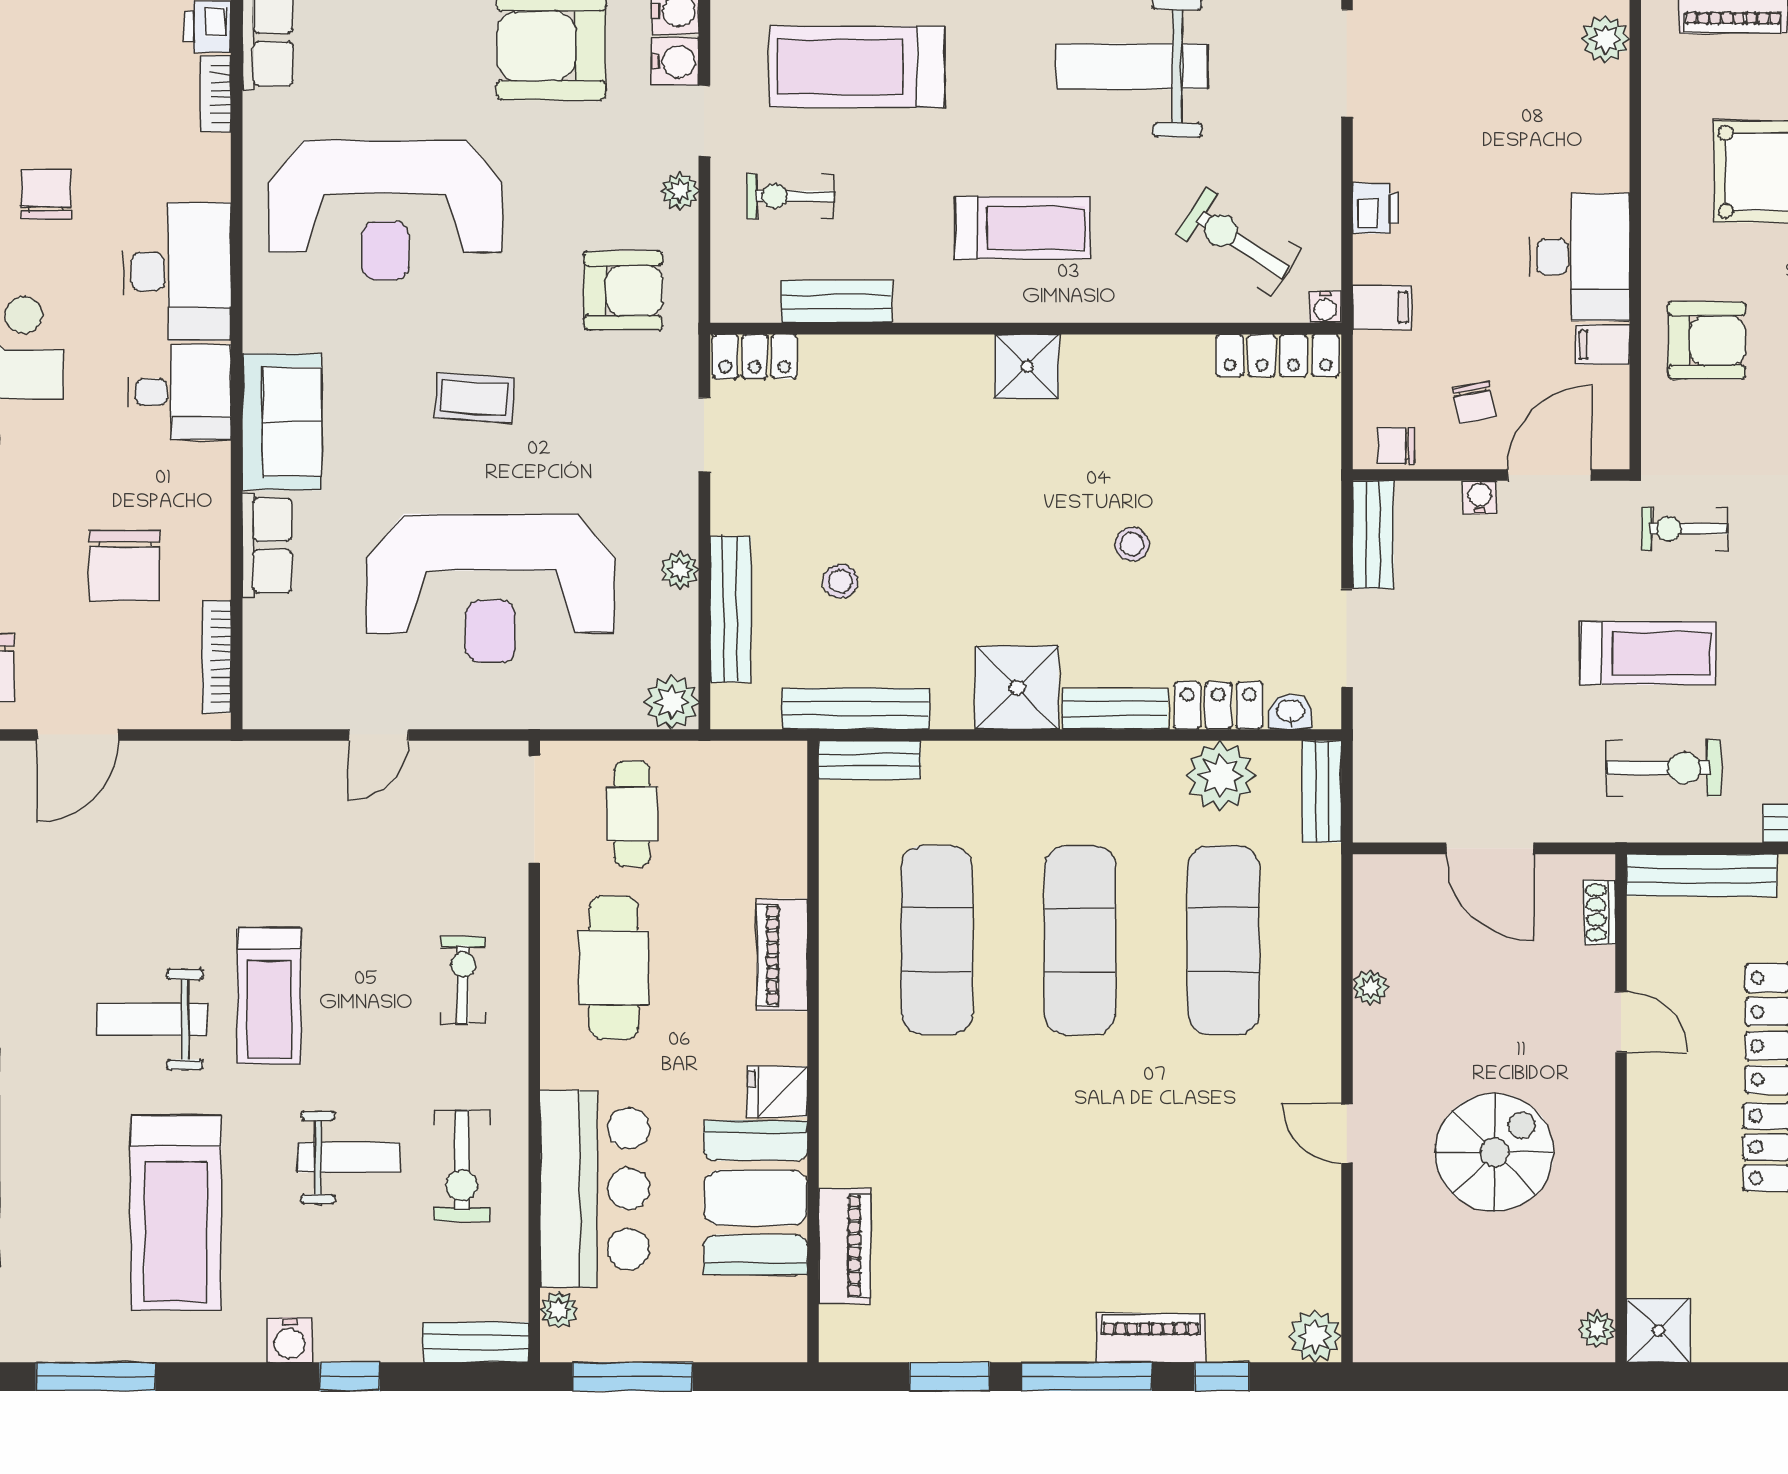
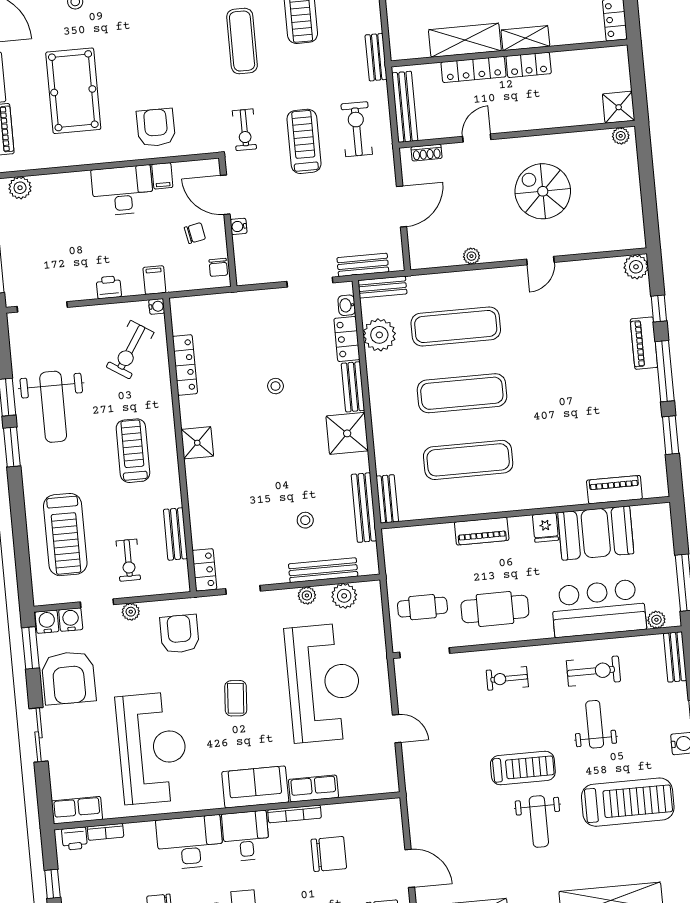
locker: (1278, 355) -> (185, 365), moved
bench: (1373, 535) -> (363, 265), moved
bookcase: (217, 657) -> (294, 814), moved
plant: (672, 702) -> (344, 596), moved

